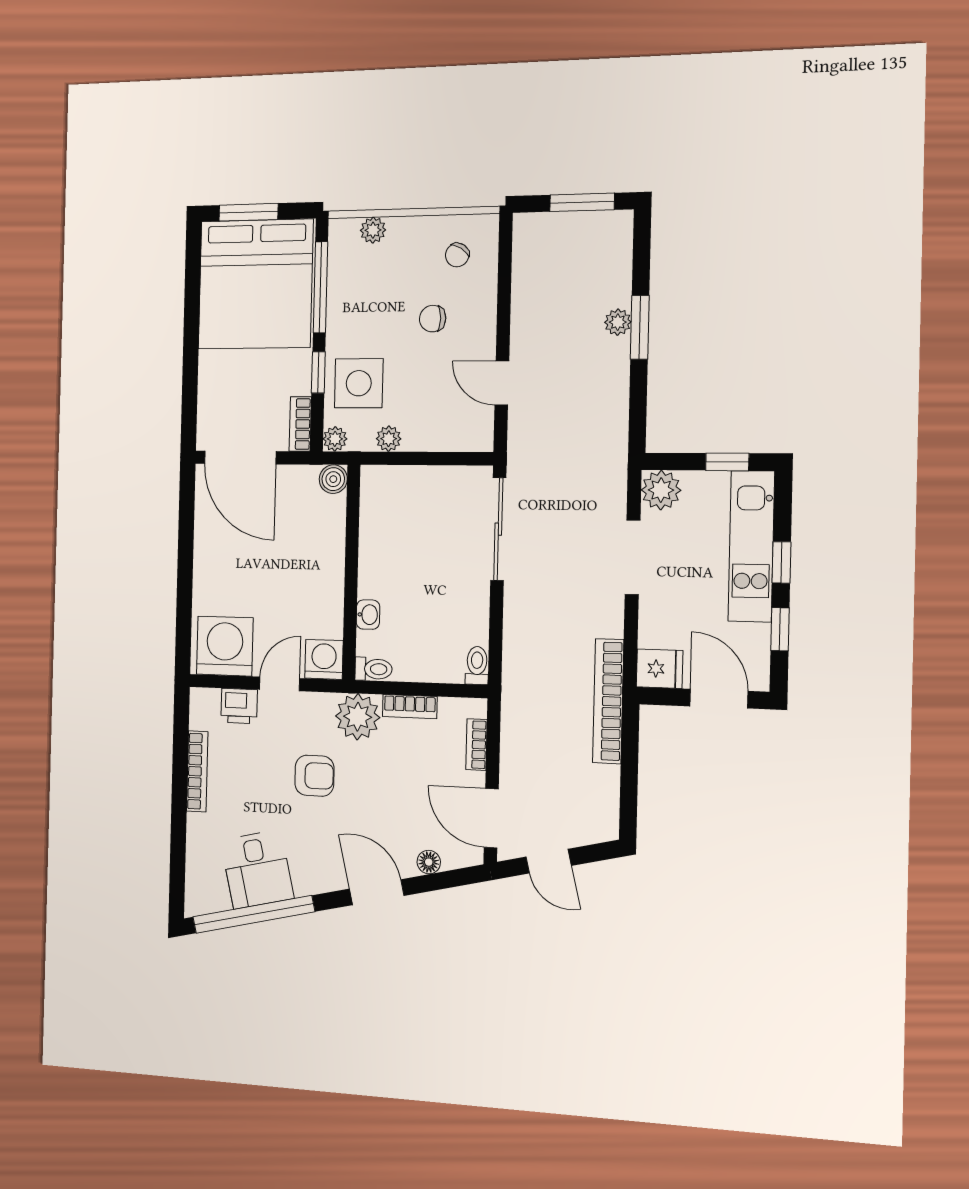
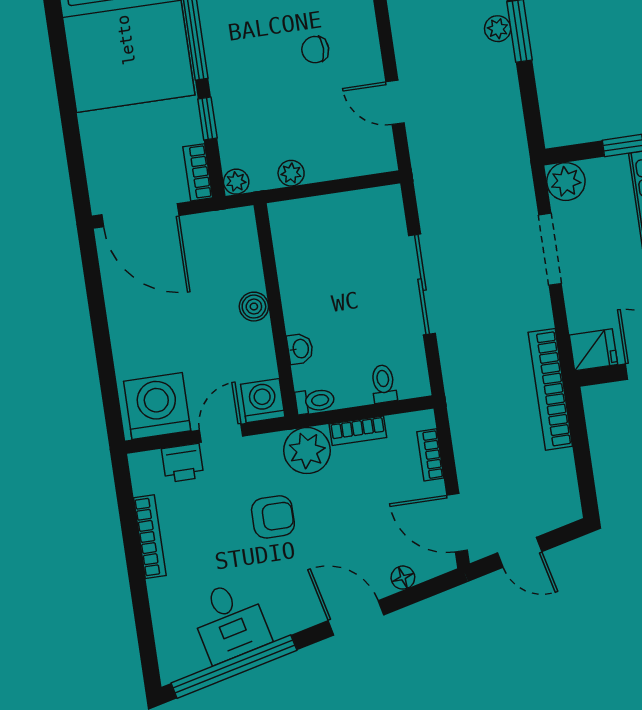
side table: (359, 383) -> (251, 123), removed
boiler: (333, 479) -> (254, 307), moved
sliding door: (498, 529) -> (422, 285), moved
toilet: (477, 665) -> (384, 384), moved

